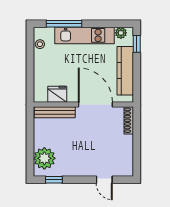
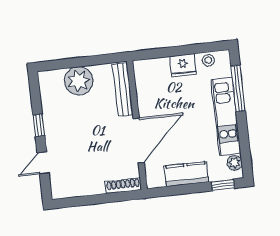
kitchen counter: (125, 71) -> (186, 174), width x0.67
fridge: (57, 94) -> (183, 65), moved, turned 90
plant: (44, 158) -> (79, 81), moved
window: (54, 180) -> (39, 125), moved

